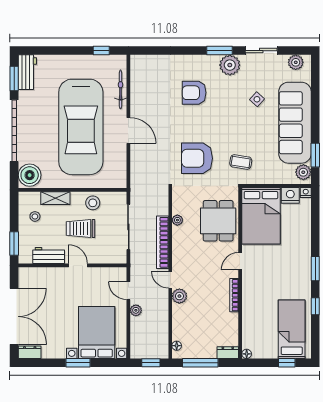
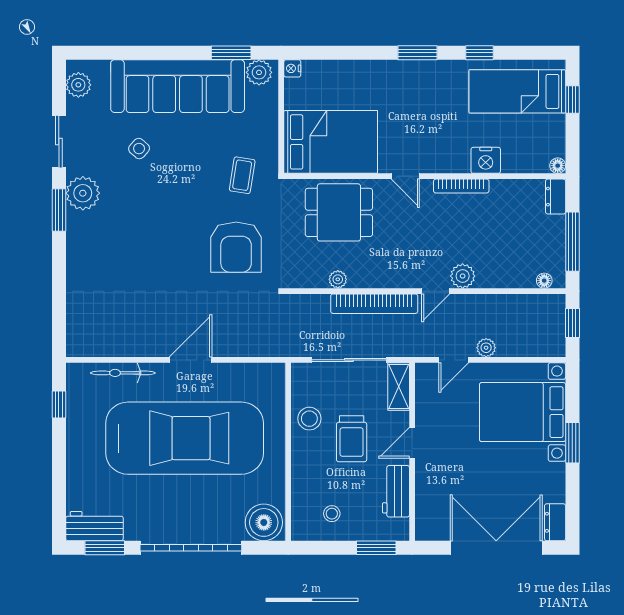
armchair: (194, 93) -> (128, 252), removed
nightstand: (290, 195) -> (486, 160), moved, turned -90
shelving: (55, 198) -> (399, 387), moved

